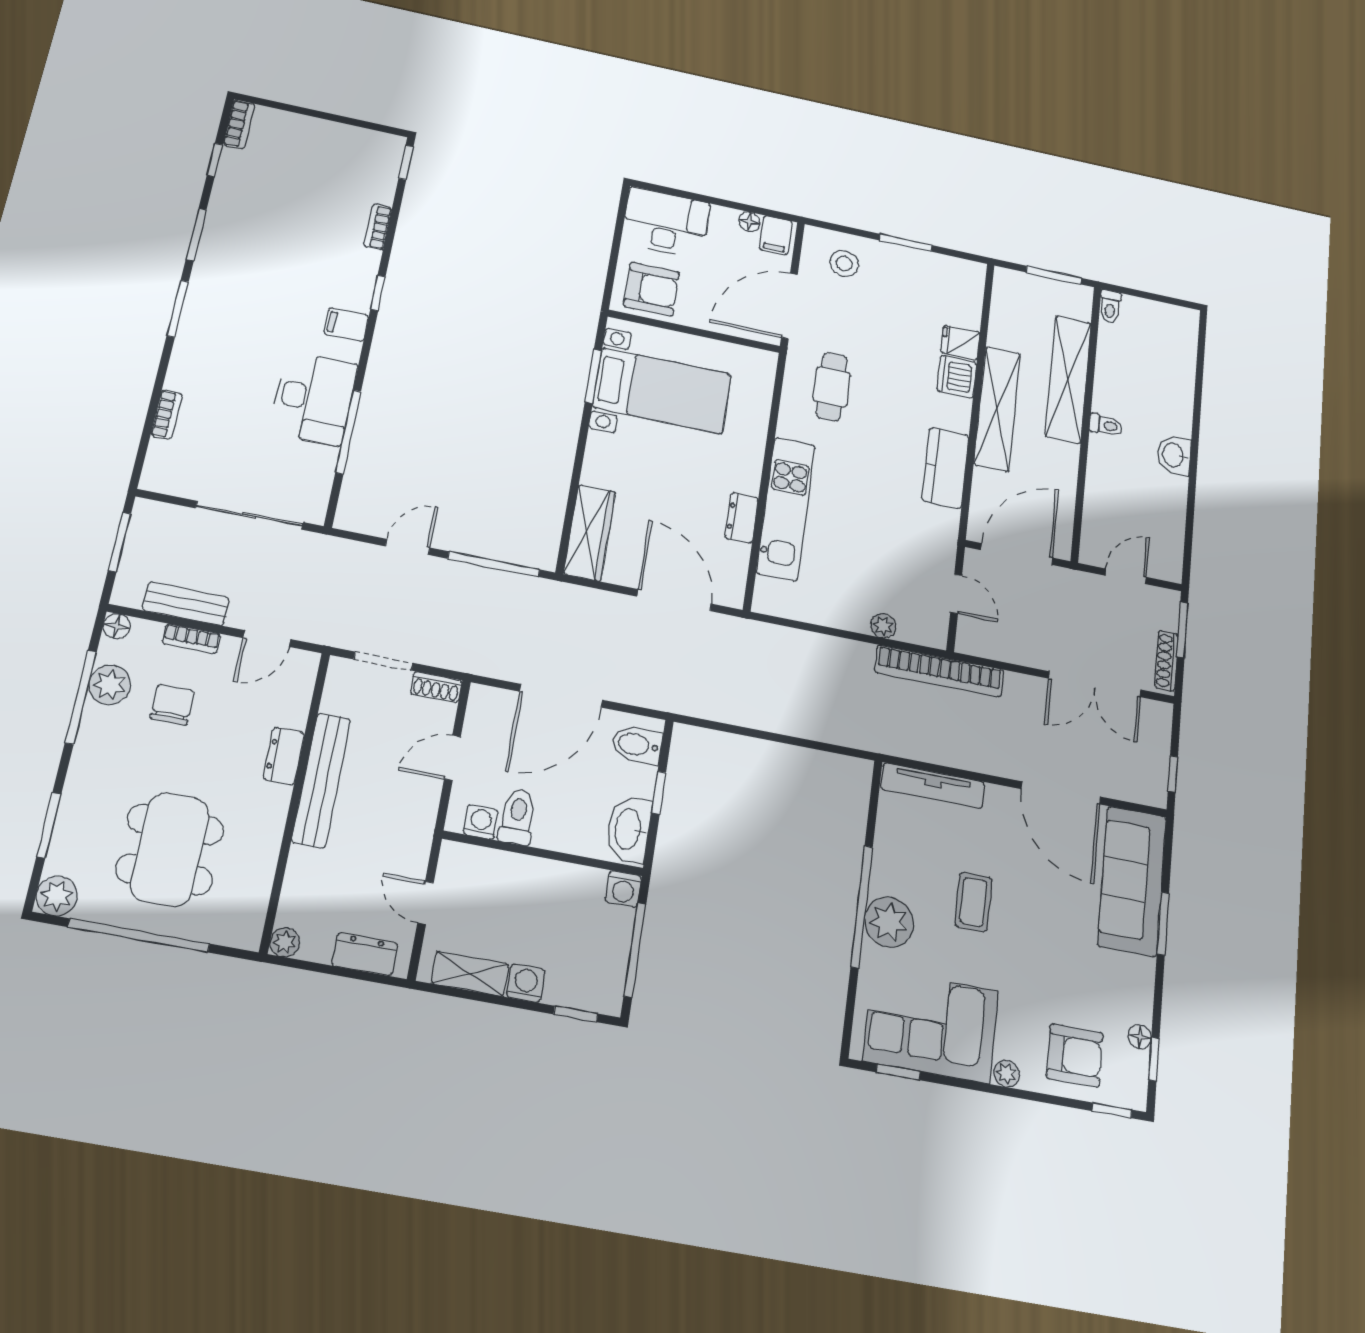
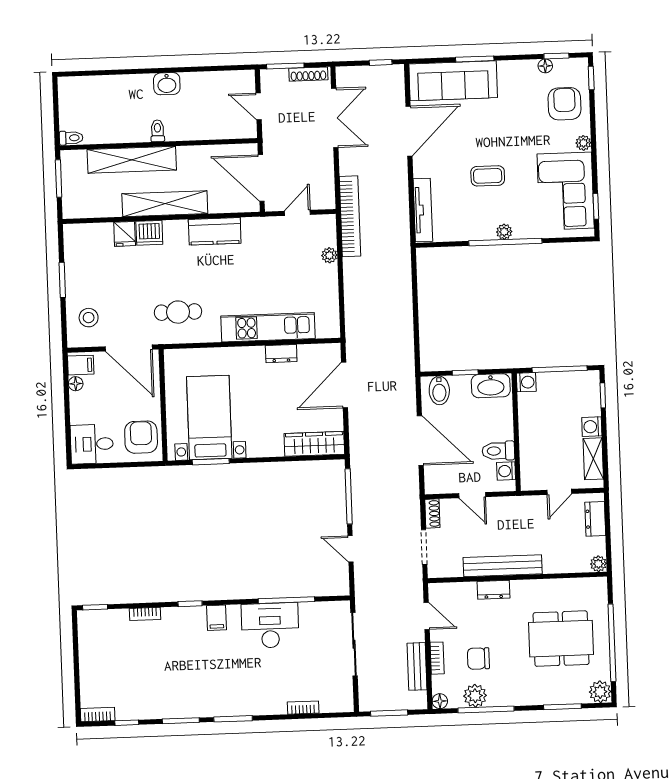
desk: (666, 223) -> (92, 444), width x0.73
plant: (889, 922) -> (504, 232), width x0.53, depth x0.53

